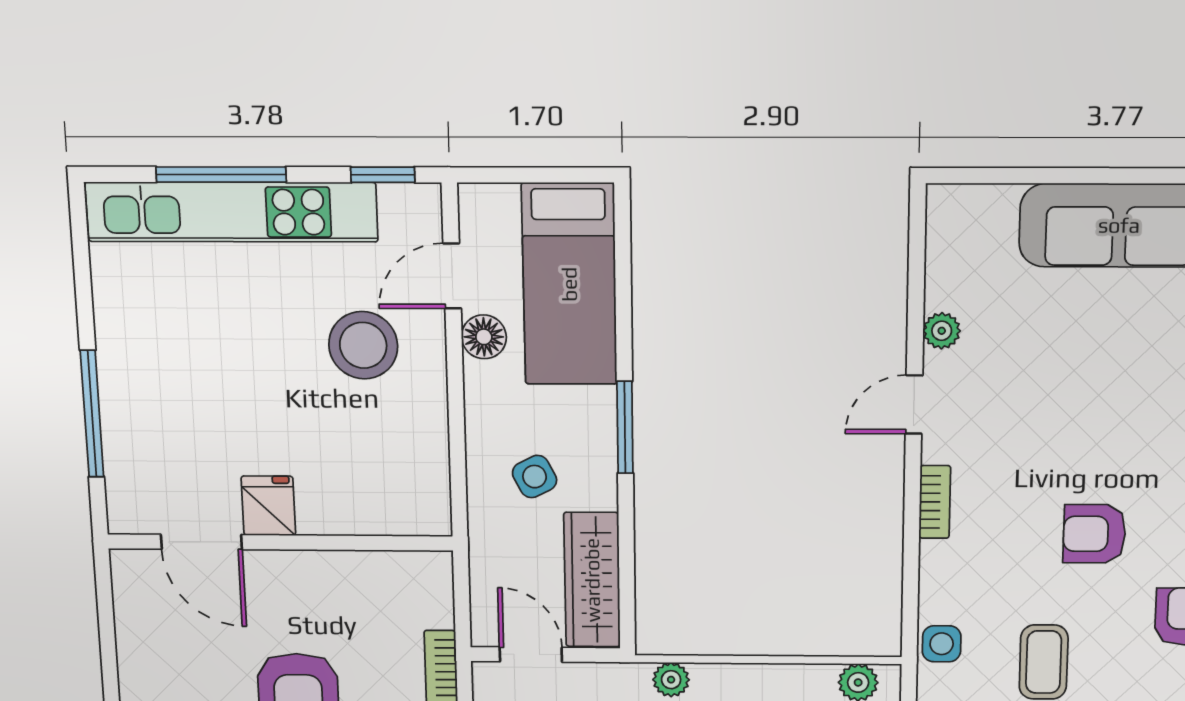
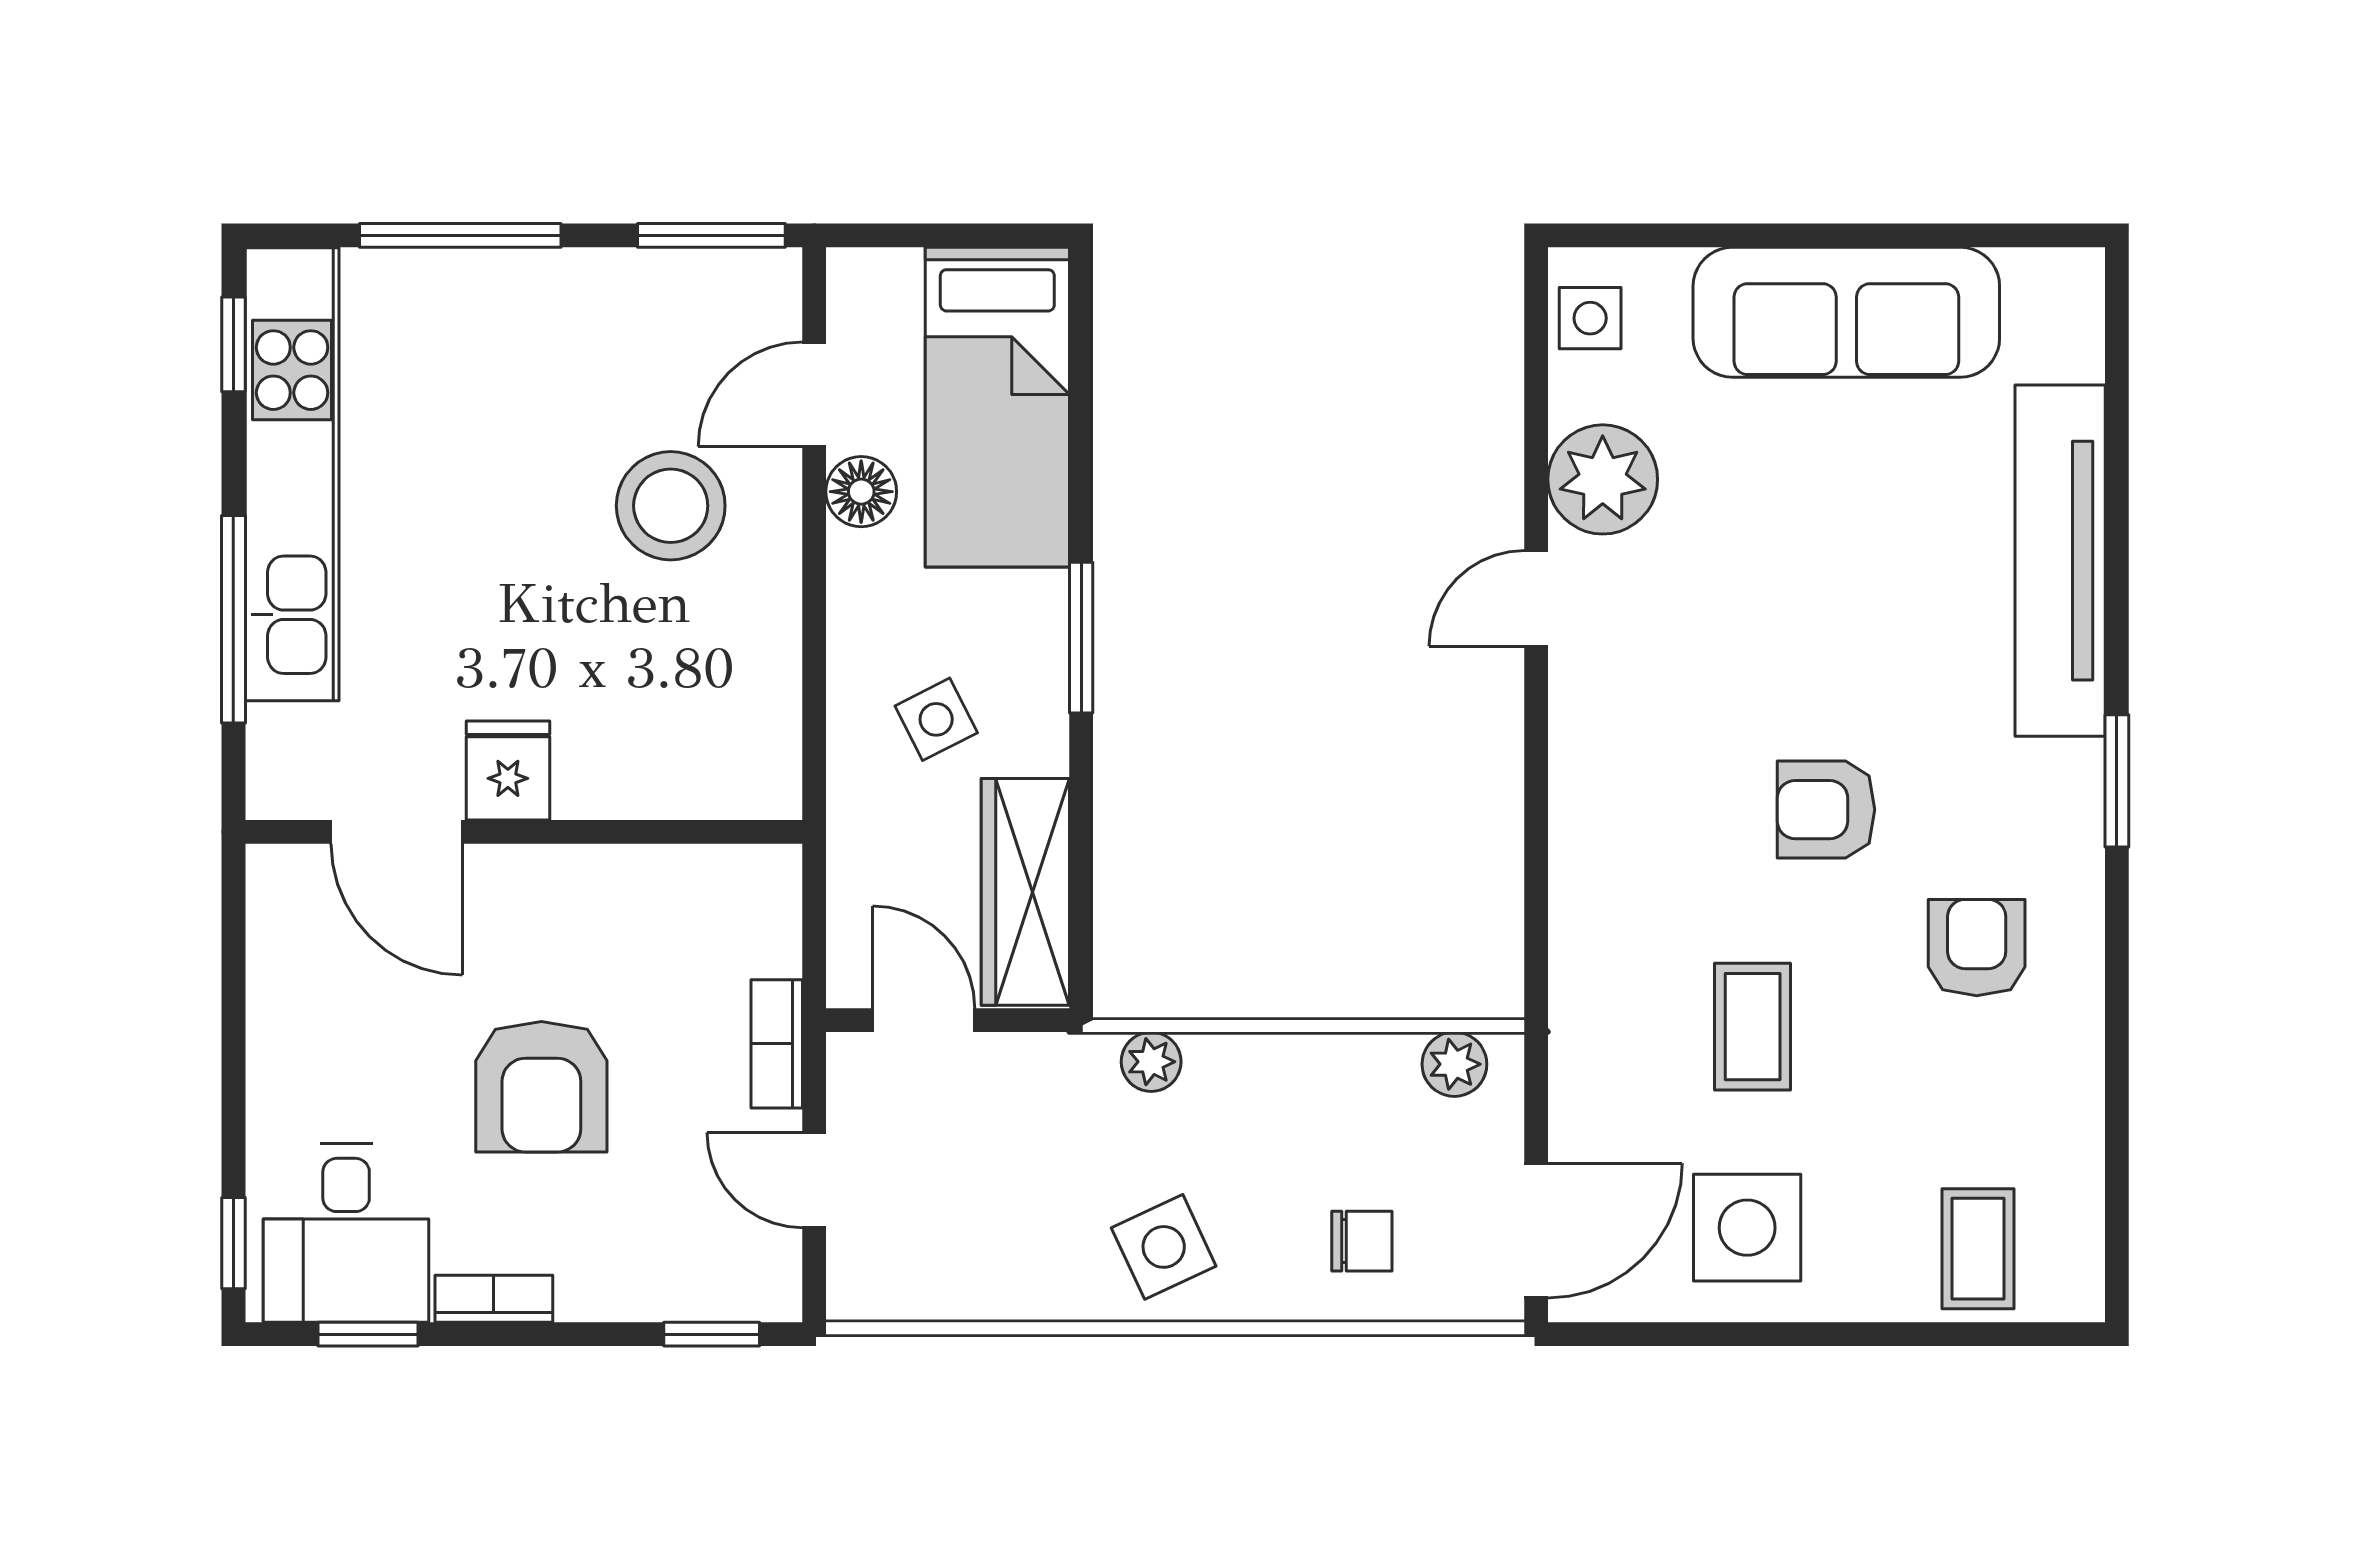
window: (383, 175) -> (711, 235), width x1.50
kitchen unit: (232, 212) -> (292, 474), moved, turned -90
window: (80, 244) -> (233, 344), added
plant: (942, 331) -> (1603, 479), width x1.87, depth x1.87
bookcase: (935, 502) -> (1572, 758), removed
side table: (942, 644) -> (1590, 318), moved

